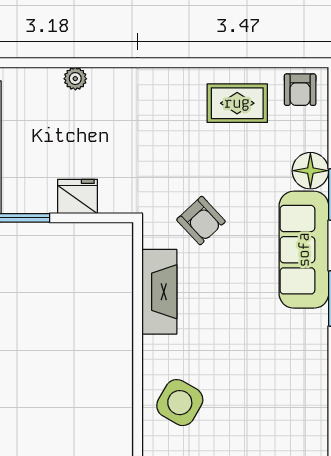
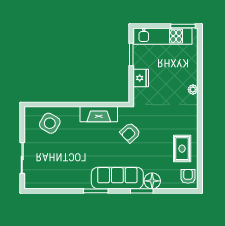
plant: (75, 79) -> (193, 90), moved
armchair: (300, 90) -> (188, 176), turned 90

